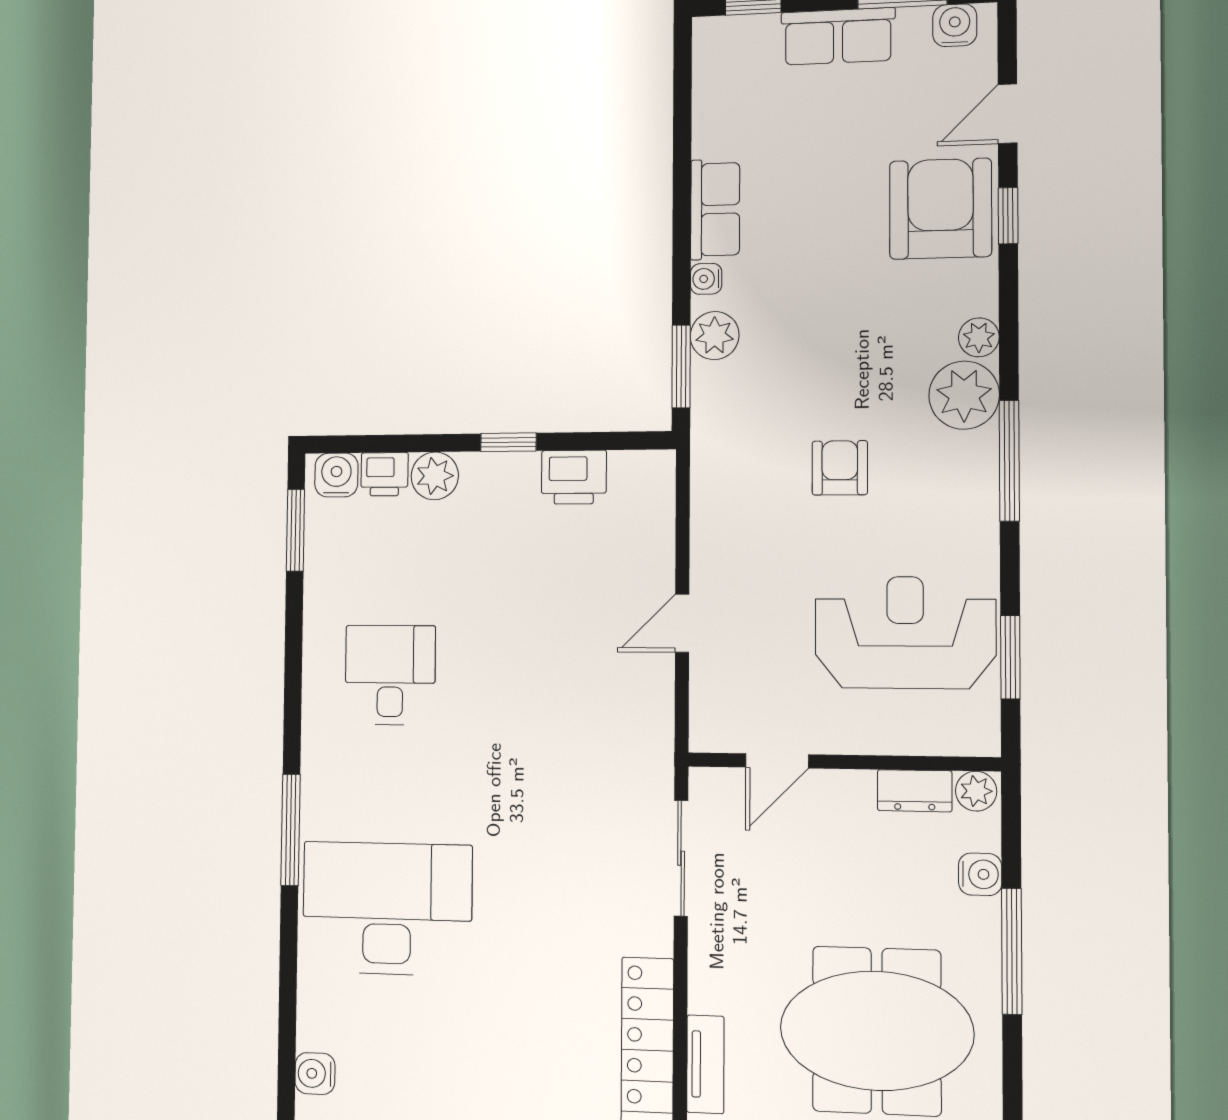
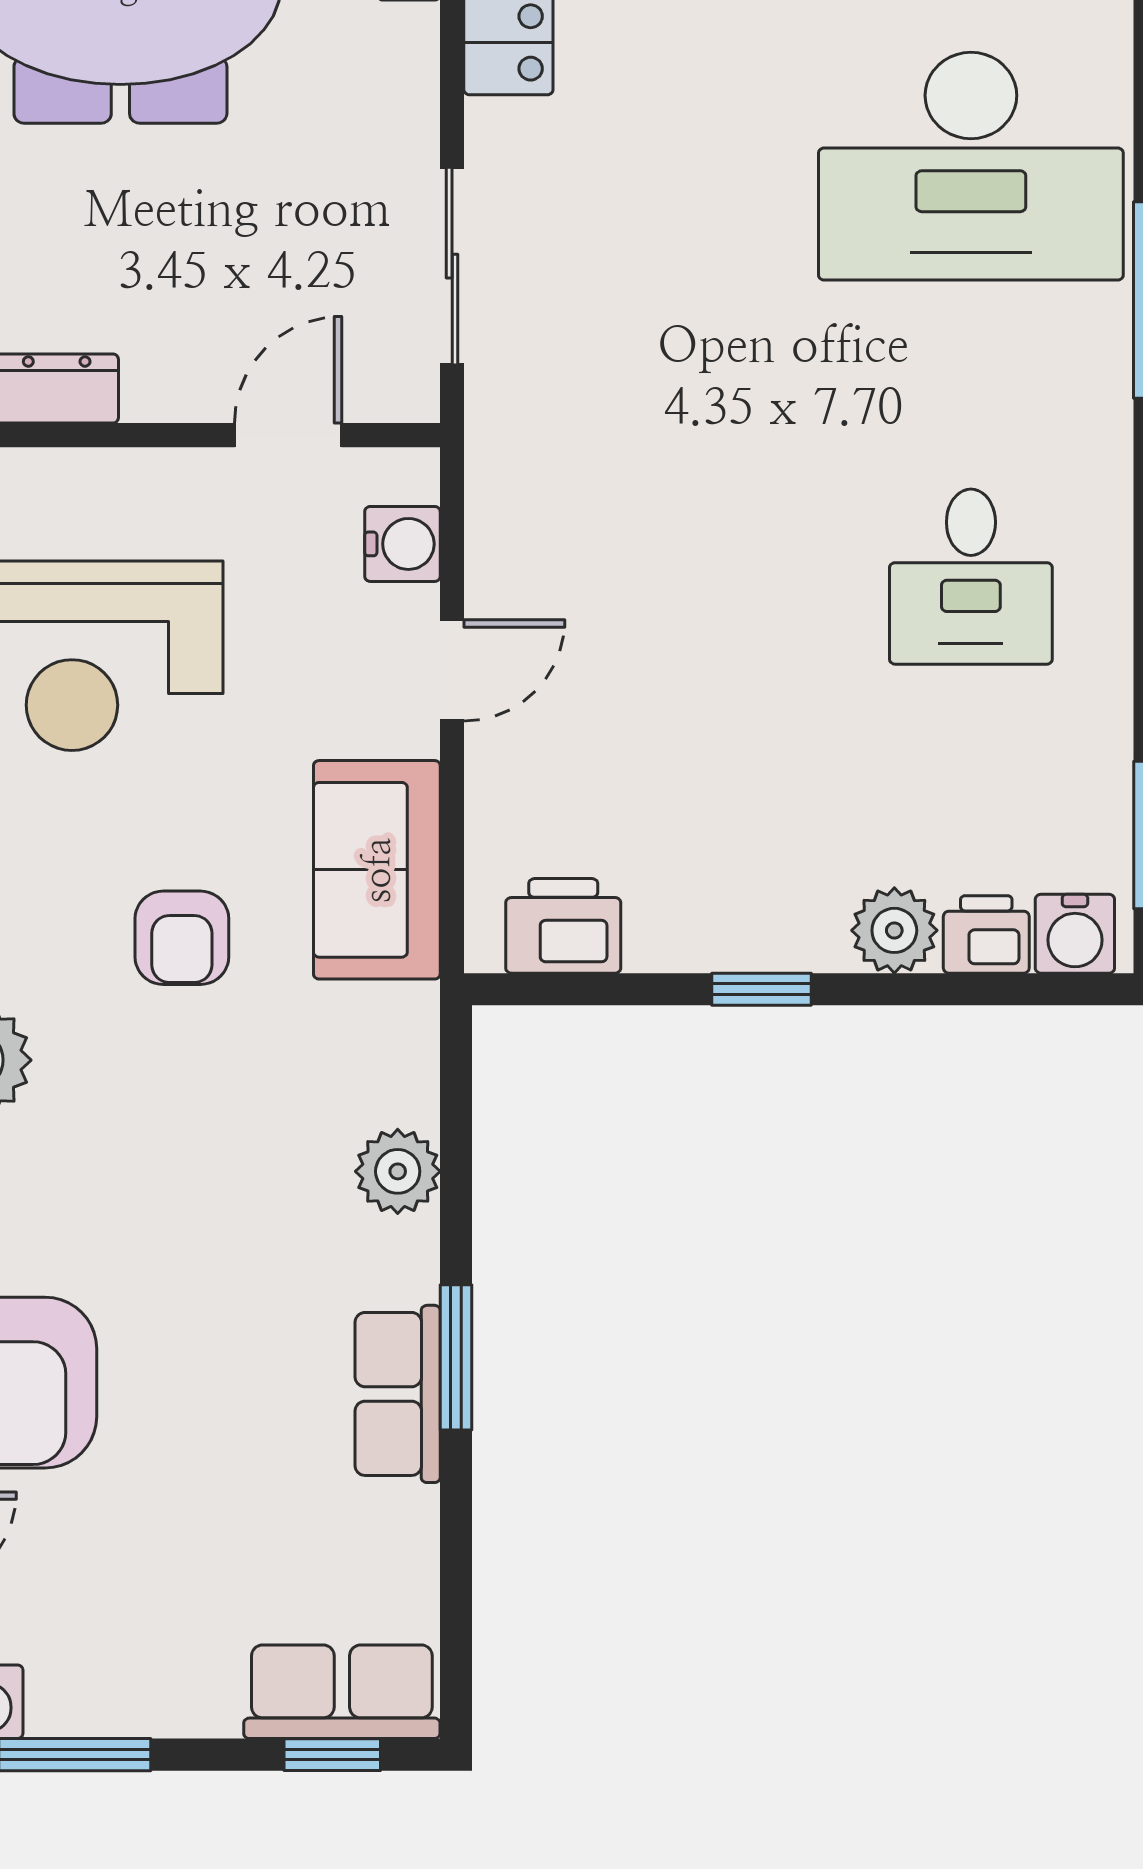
row of seats: (838, 36) -> (342, 1692), moved
water cooler: (706, 279) -> (402, 544), moved, width x1.38, depth x1.38
window: (681, 366) -> (456, 1357), moved
printer: (574, 477) -> (563, 926), moved
sofa: (726, 508) -> (377, 870), added

